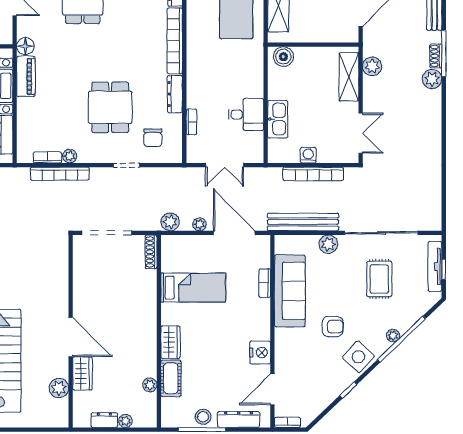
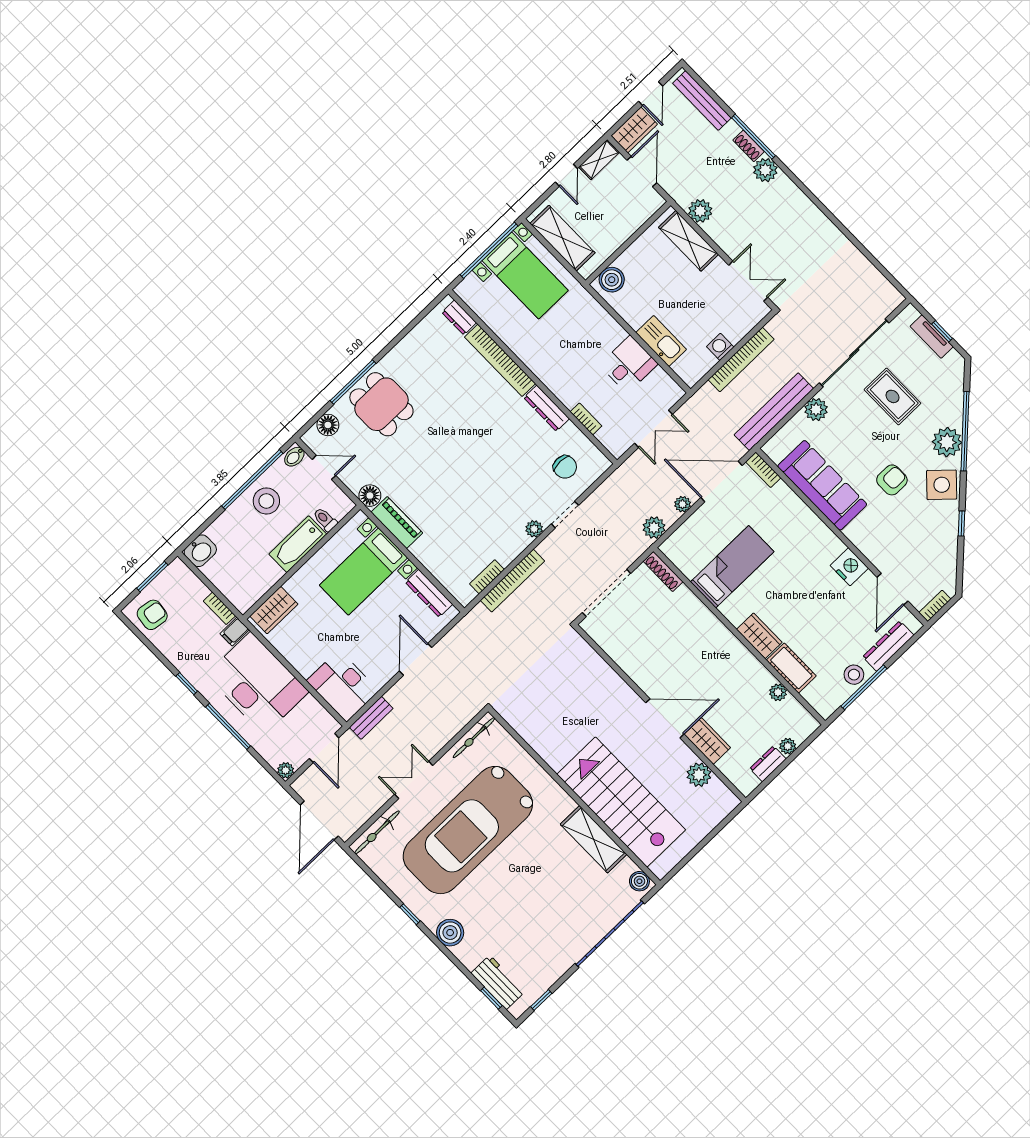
dining table: (110, 107) -> (500, 477), removed
plant: (70, 156) -> (534, 529), moved
tv unit: (435, 266) -> (932, 337), width x0.71
bookcase: (265, 283) -> (763, 470), moved
plant: (393, 336) -> (947, 442), width x1.87, depth x1.87

